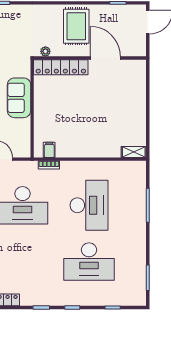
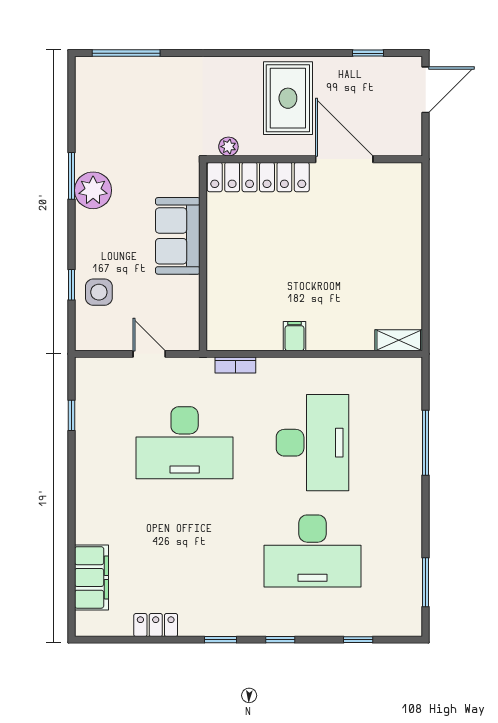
filing cabinet: (49, 150) -> (294, 336), moved

